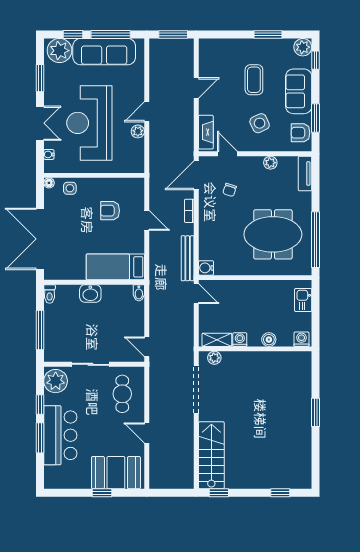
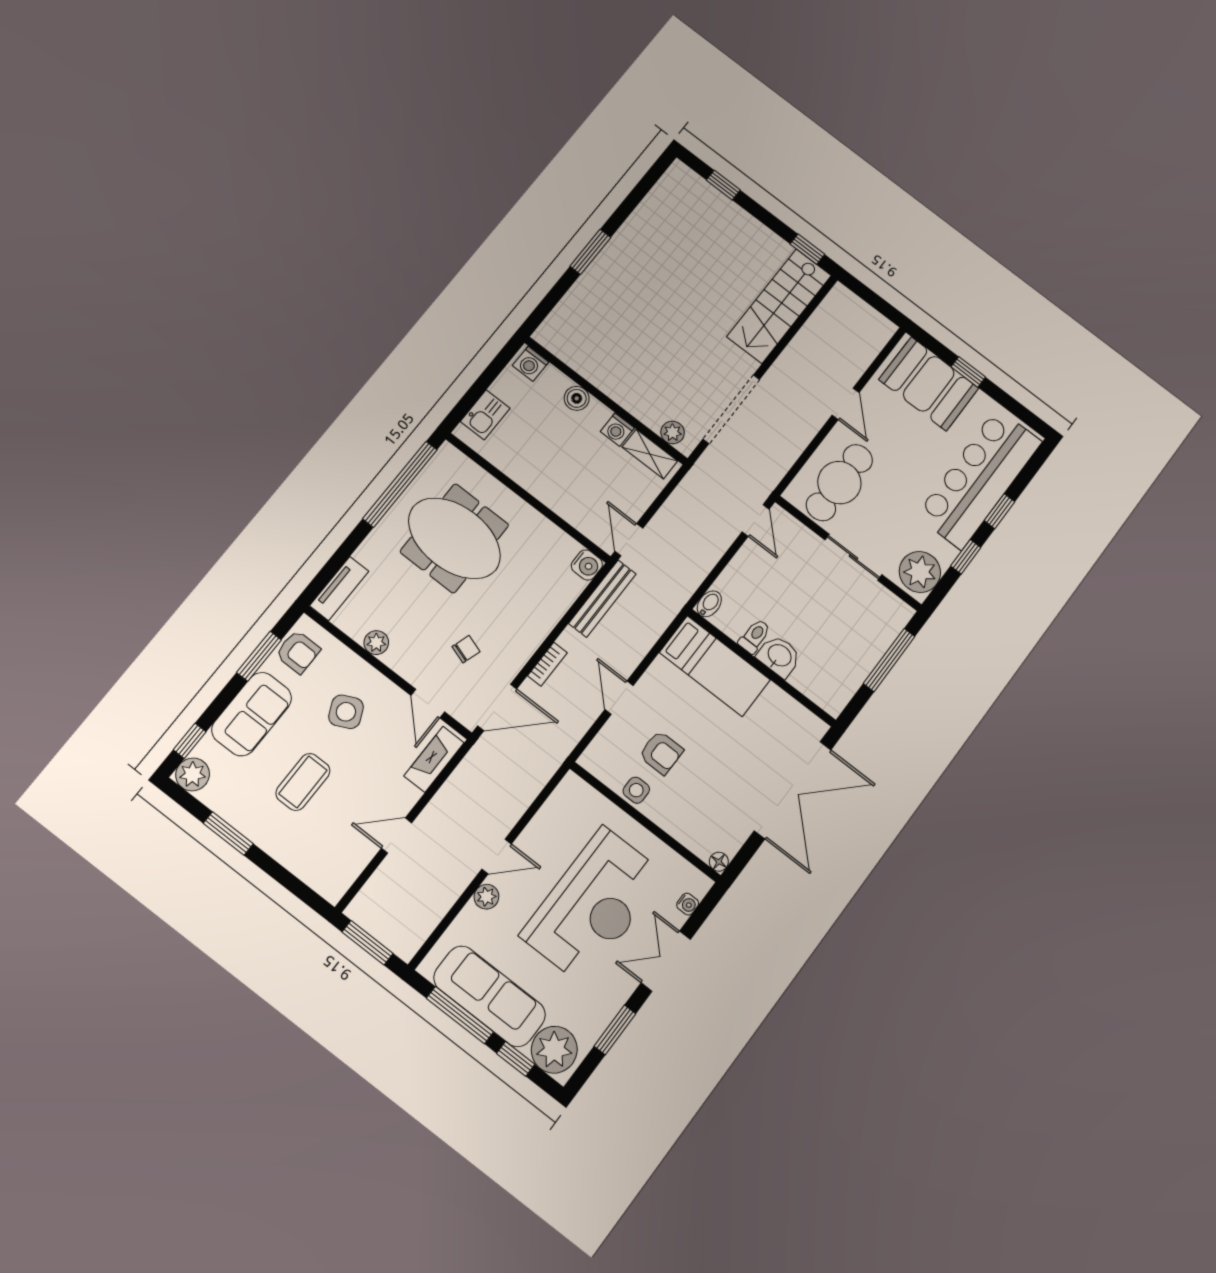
plant: (138, 131) -> (486, 897), moved
side table: (70, 188) -> (636, 790), moved
toilet: (50, 294) -> (755, 636), moved
cafe table: (122, 394) -> (839, 483), width x1.37, depth x1.35
bar counter: (60, 435) -> (979, 478), width x1.36
window: (40, 438) -> (999, 511), width x0.67

